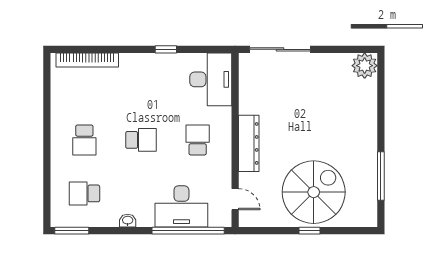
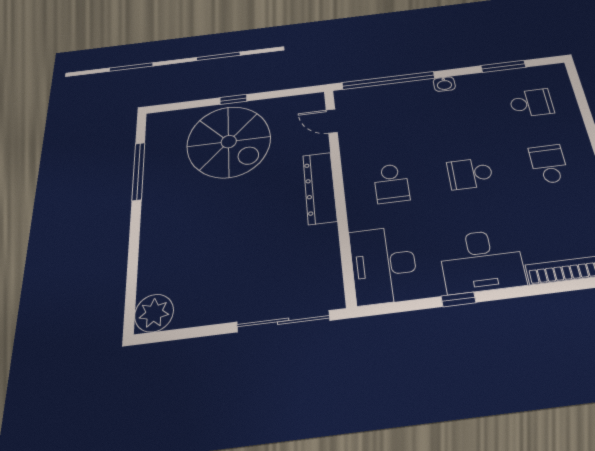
spiral stairs: (314, 192) -> (229, 142), turned -90
desk: (181, 206) -> (481, 261), moved, turned 180
washbasin: (128, 221) -> (444, 84), moved
window: (72, 231) -> (503, 66), moved

